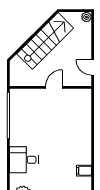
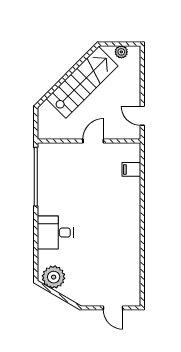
plant: (86, 17) -> (121, 52), moved
filing cabinet: (84, 171) -> (131, 169), moved

